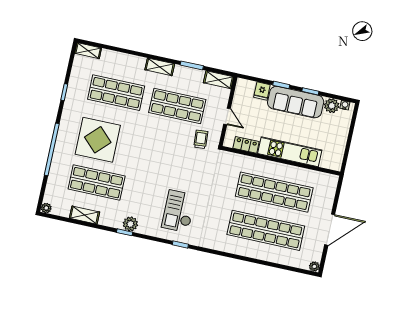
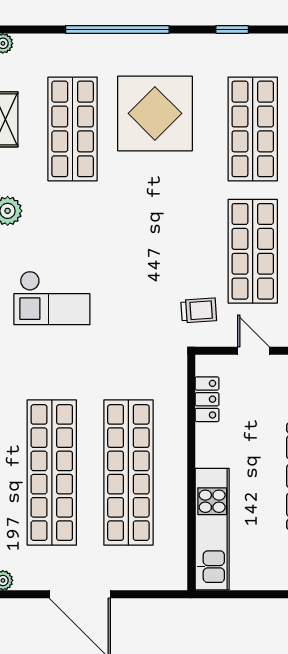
door: (227, 116) -> (253, 351), swing flipped
kitchen unit: (290, 152) -> (212, 529), moved
checkout: (179, 211) -> (52, 298), turned 180

